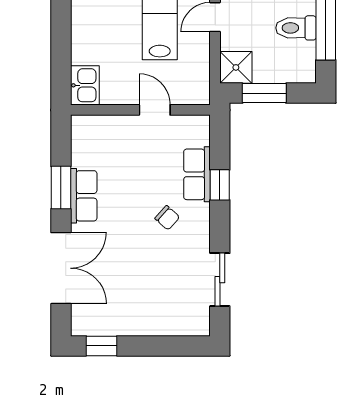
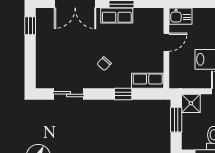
door: (155, 110) -> (166, 42), moved
row of seats: (197, 174) -> (148, 81), moved

